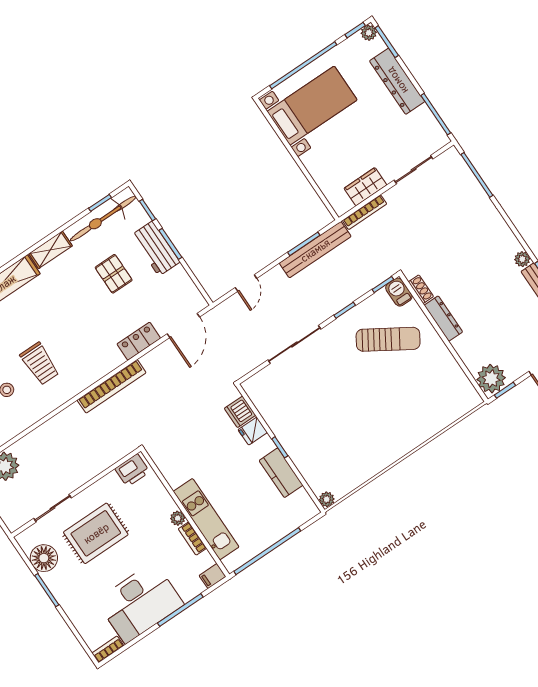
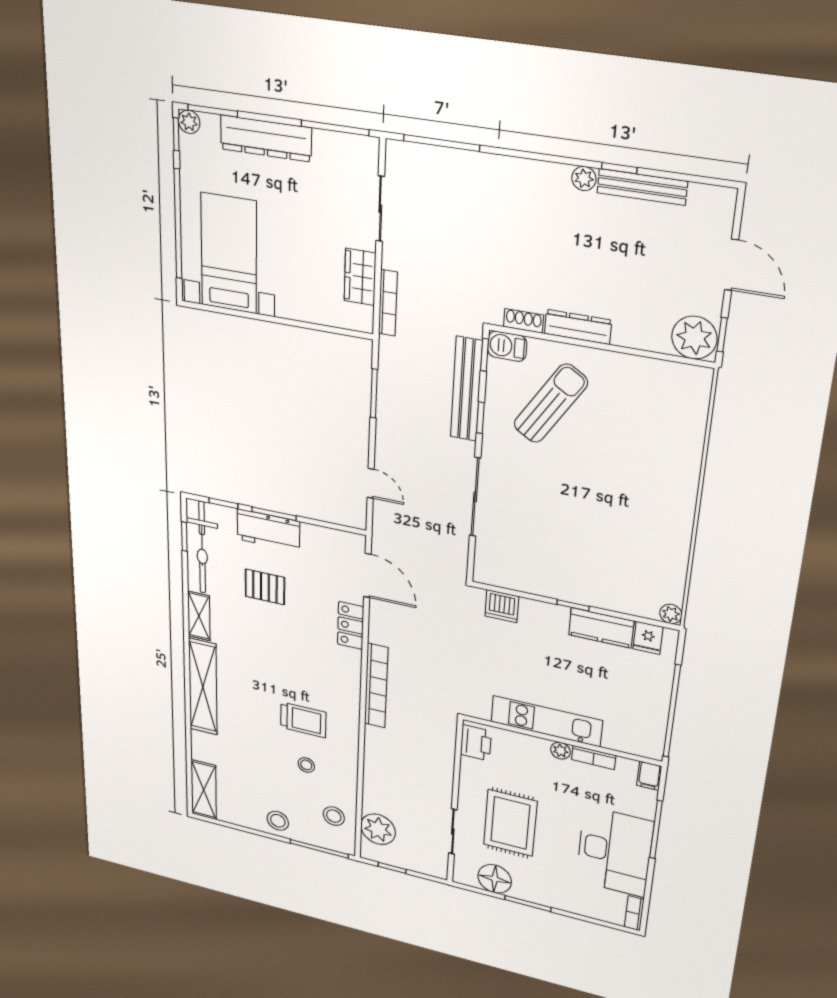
bench: (315, 250) -> (466, 389), moved
fridge: (253, 431) -> (648, 638), moved
kitchen unit: (206, 519) -> (546, 721), moved

